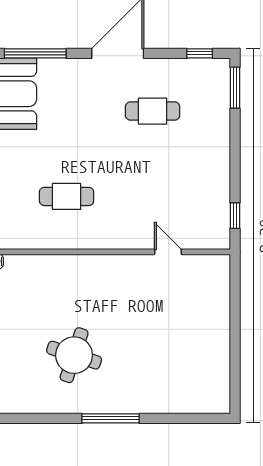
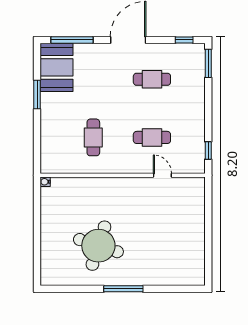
cafe table: (67, 196) -> (93, 137), turned 90
cafe table: (153, 196) -> (152, 137), added
round table: (74, 355) -> (98, 246), width x1.36, depth x1.36

